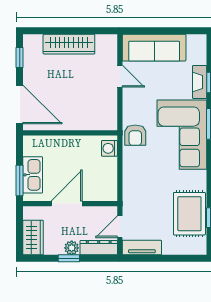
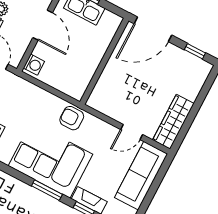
wardrobe: (69, 44) -> (173, 122), moved
washing machine: (109, 148) -> (34, 65), moved, turned 90

